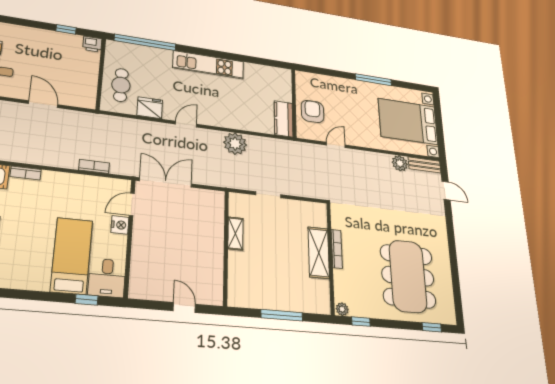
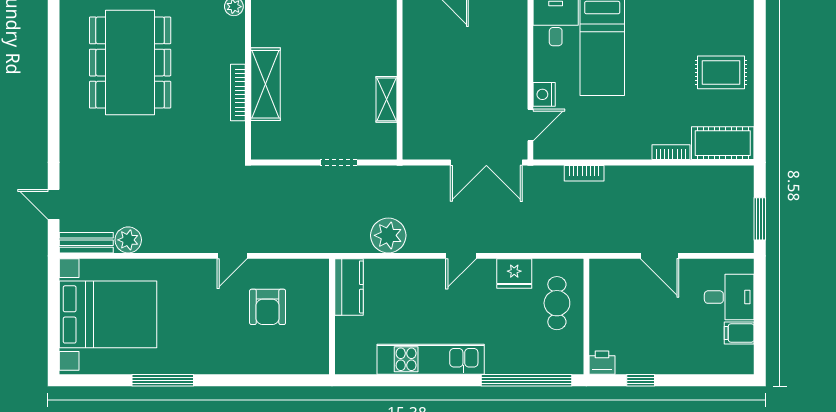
wall: (294, 103) -> (332, 316), moved
kitchen counter: (284, 119) -> (349, 287), moved

